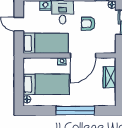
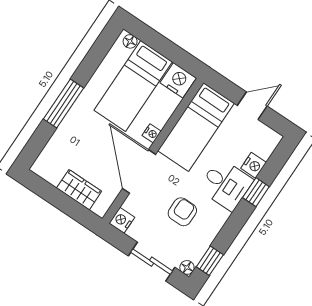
nightstand: (110, 48) -> (122, 220), added
nightstand: (30, 66) -> (178, 80), added
window: (75, 110) -> (63, 103), width x0.68

